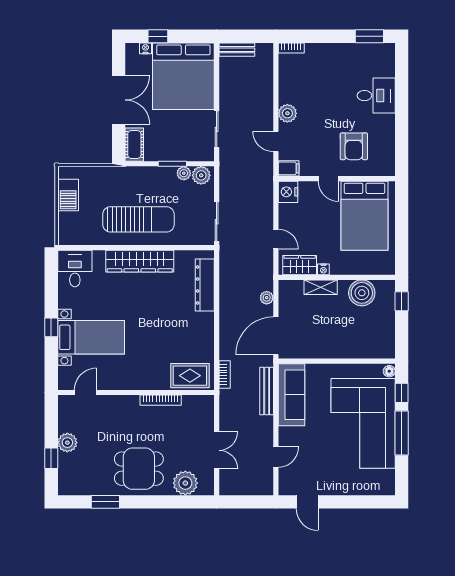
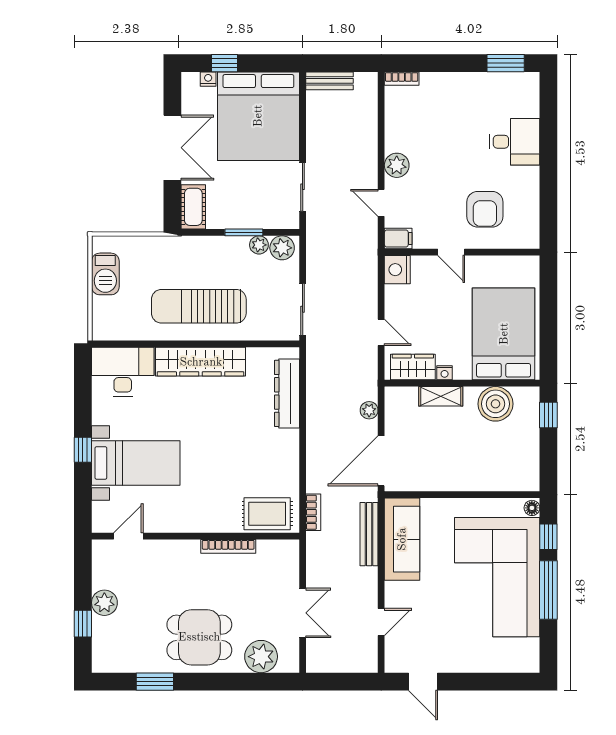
bed: (364, 216) -> (504, 334), moved, turned 180
sun lounger: (138, 219) -> (199, 306), turned 180
desk: (75, 269) -> (123, 372), width x1.37

